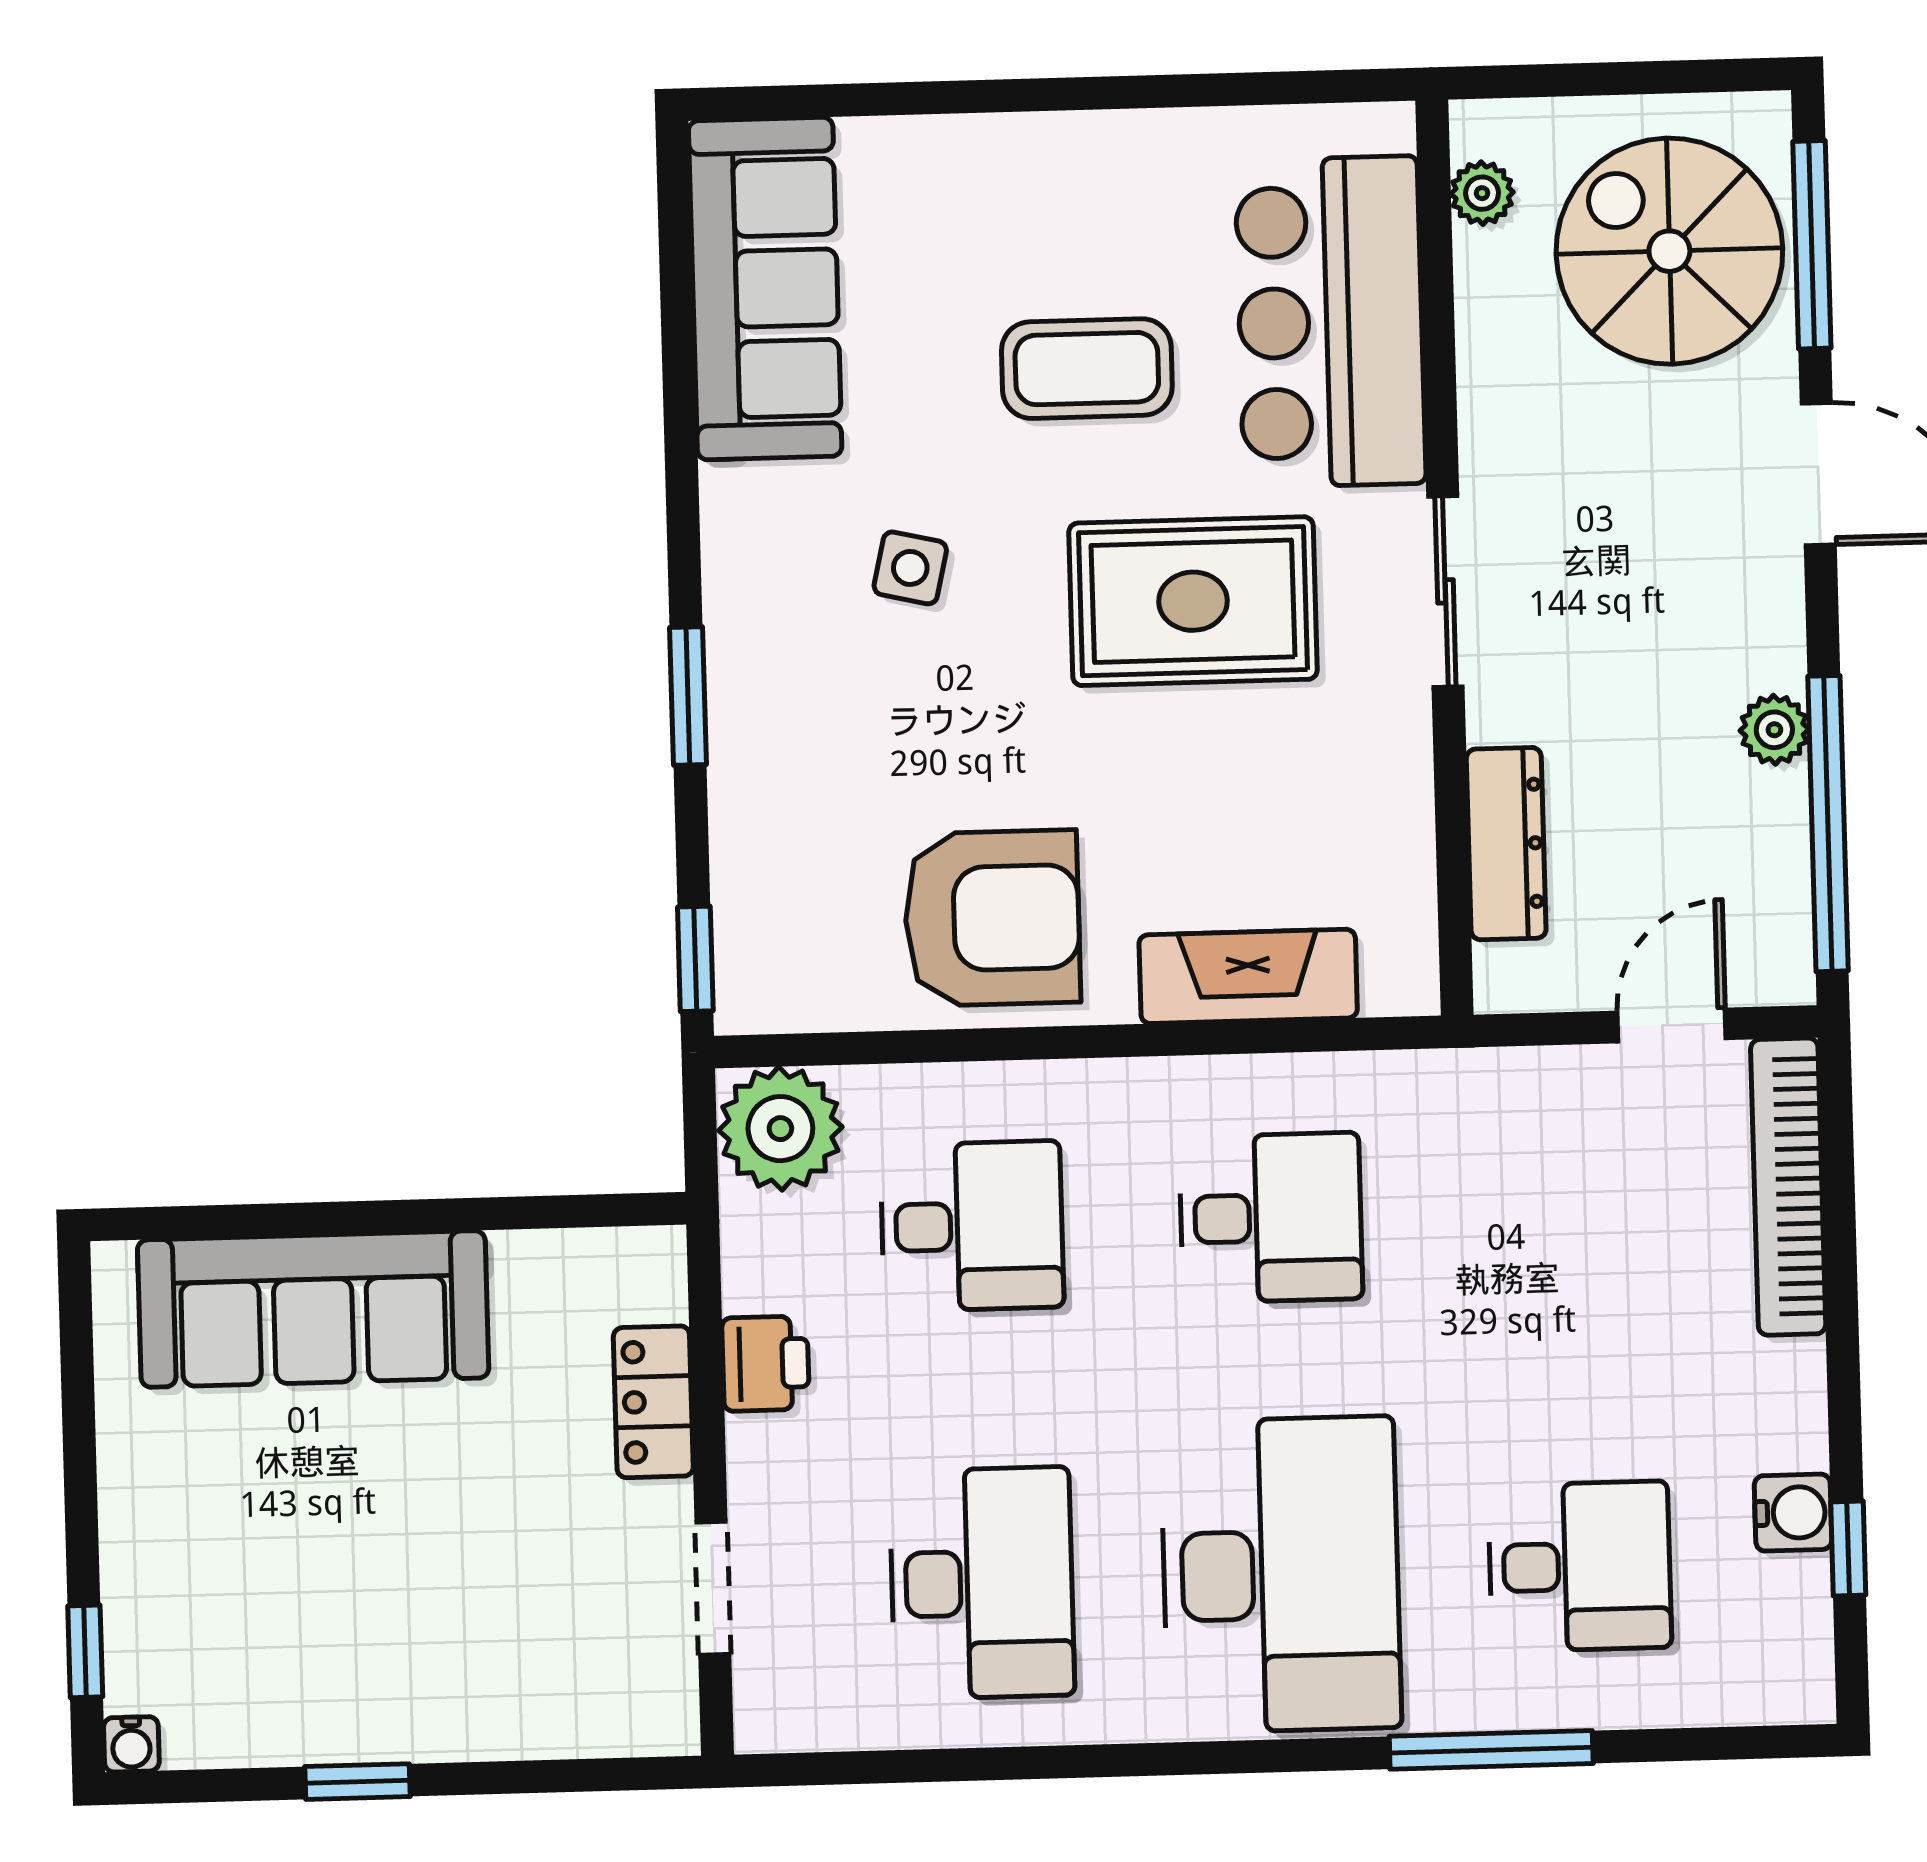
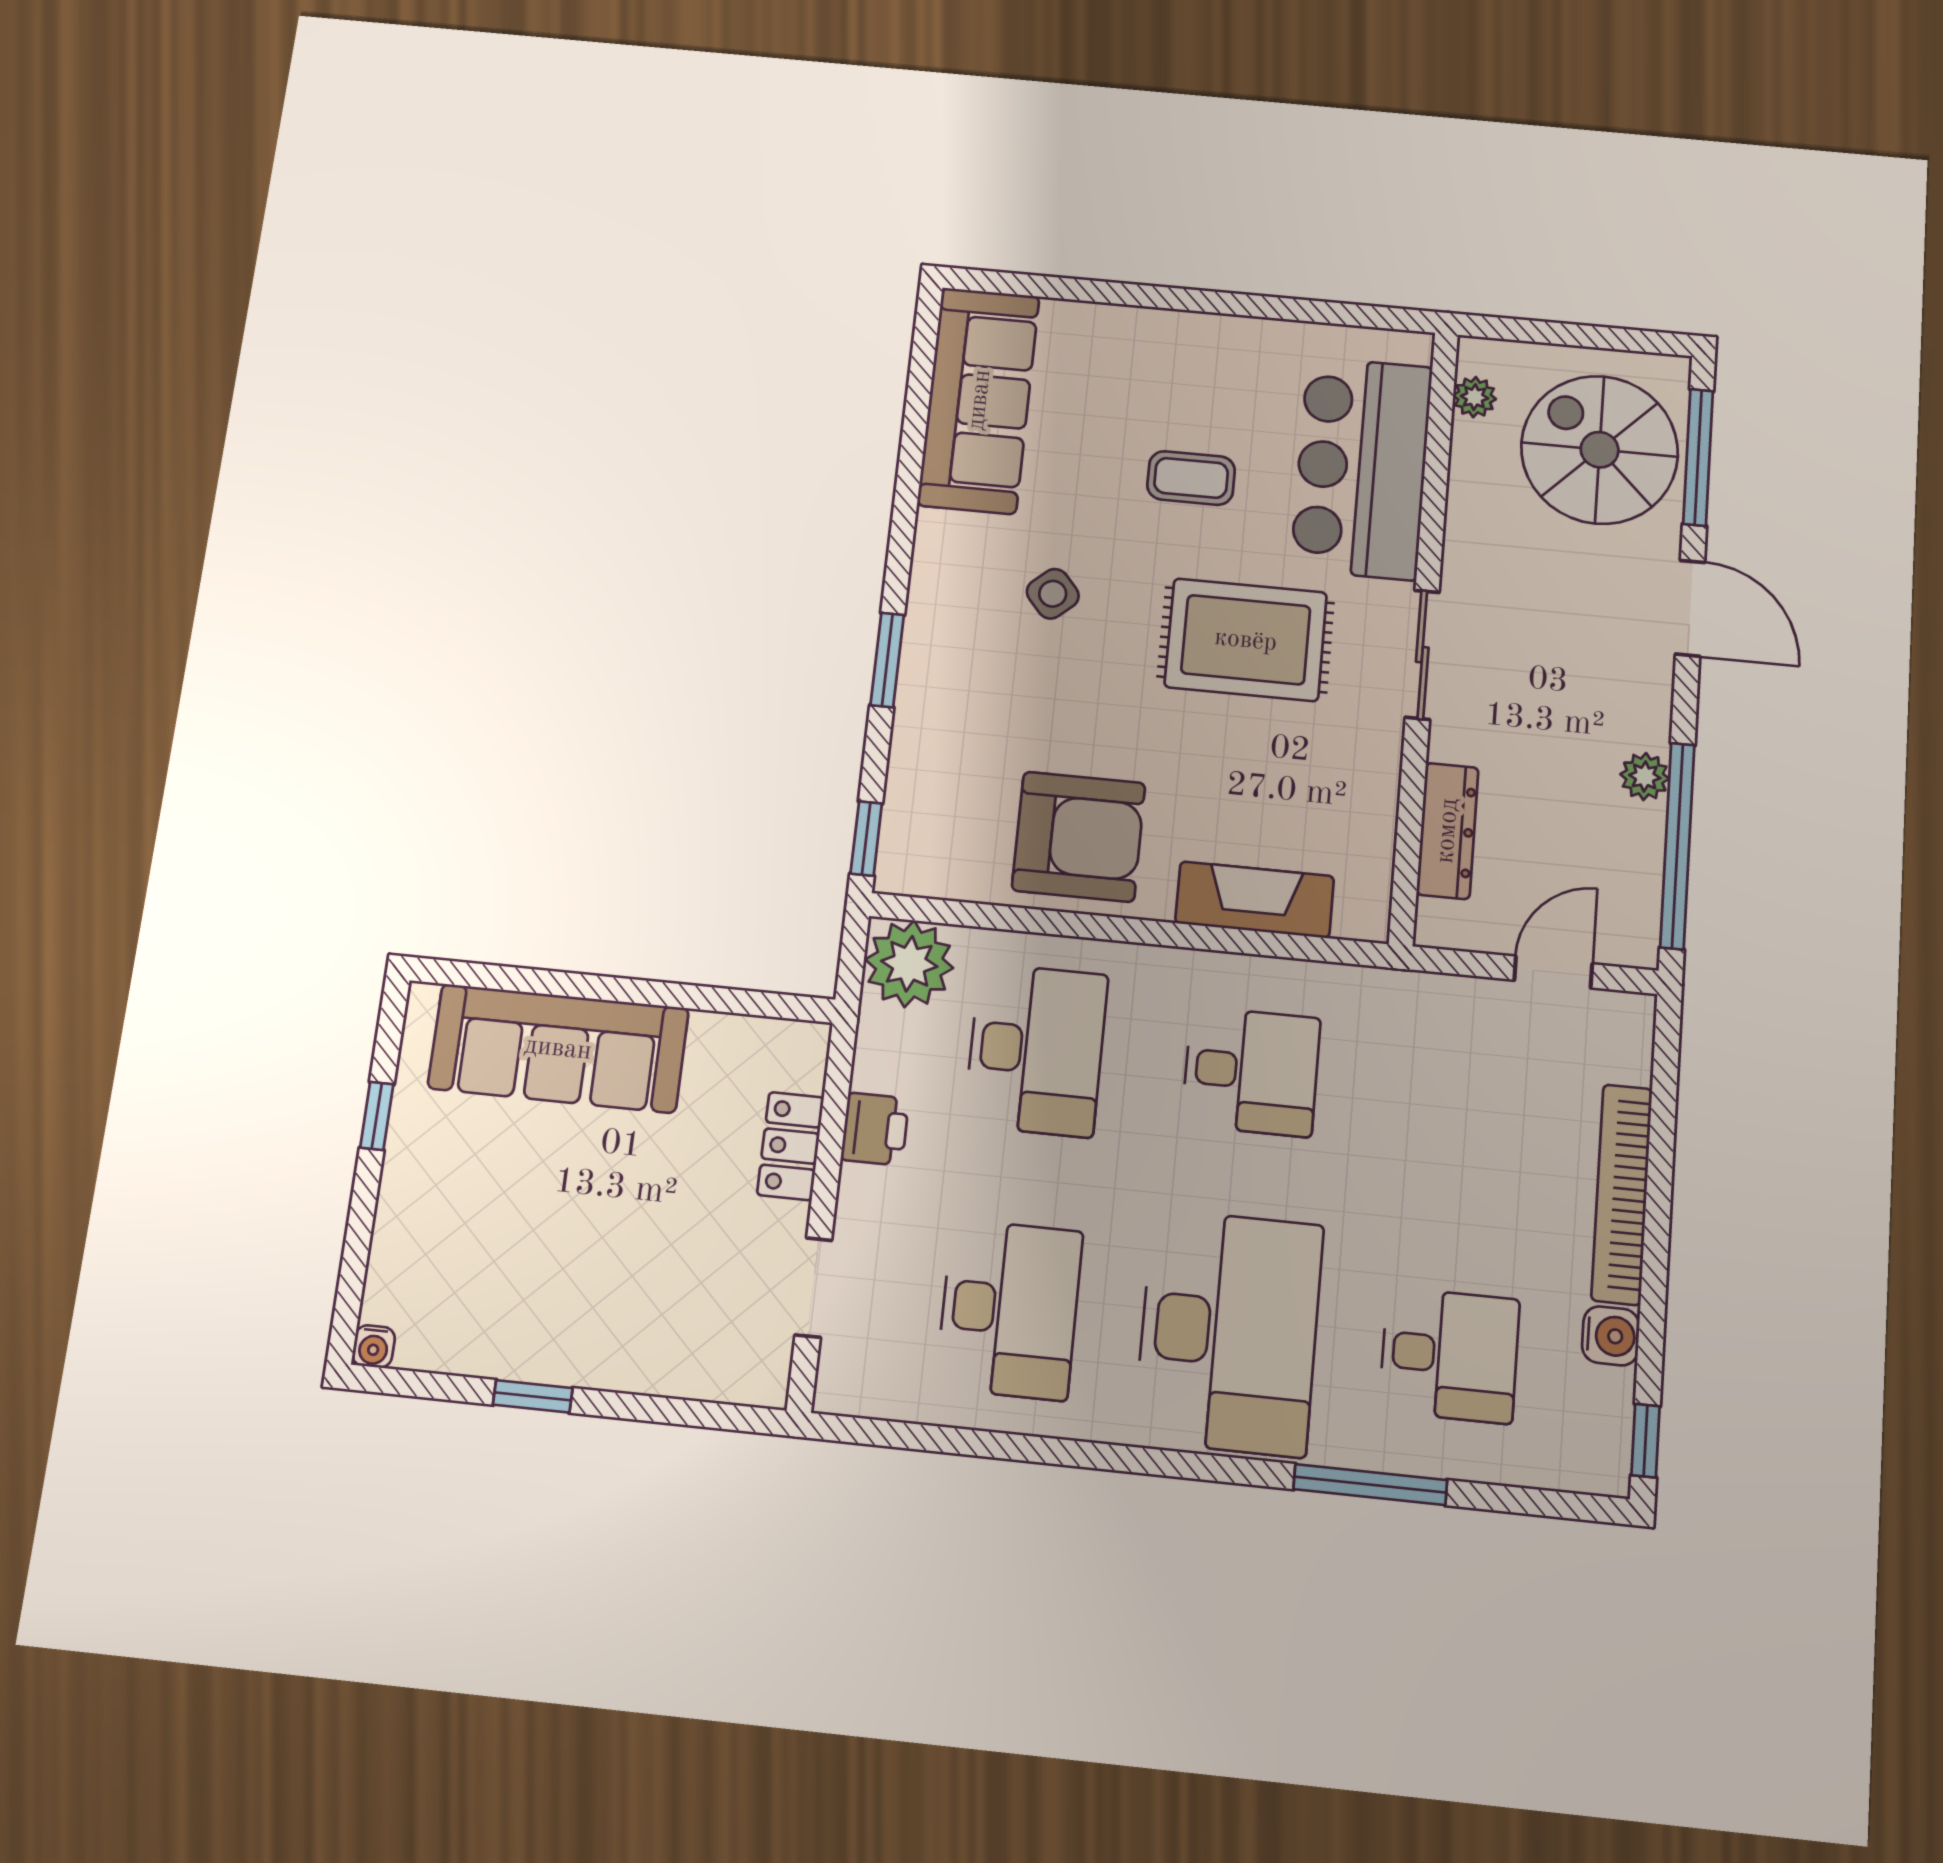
coffee table: (1087, 369) -> (1191, 478), width x0.73, depth x0.77
side table: (910, 568) -> (1053, 594), turned 36
bookcase: (1788, 1187) -> (1622, 1194), moved
desk: (972, 1226) -> (1036, 1050), width x1.37
window: (1848, 1548) -> (1645, 1441), moved
window: (85, 1651) -> (377, 1116), moved

